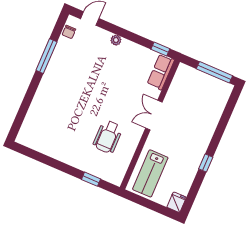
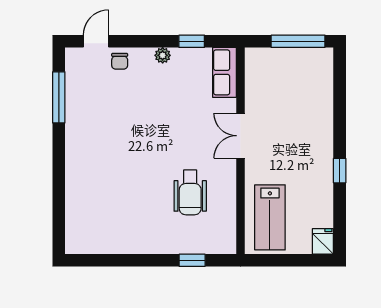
chair: (69, 32) -> (120, 61), moved
plant: (116, 40) -> (163, 55), moved
window: (160, 49) -> (192, 41), moved
window: (46, 56) -> (59, 97), moved

